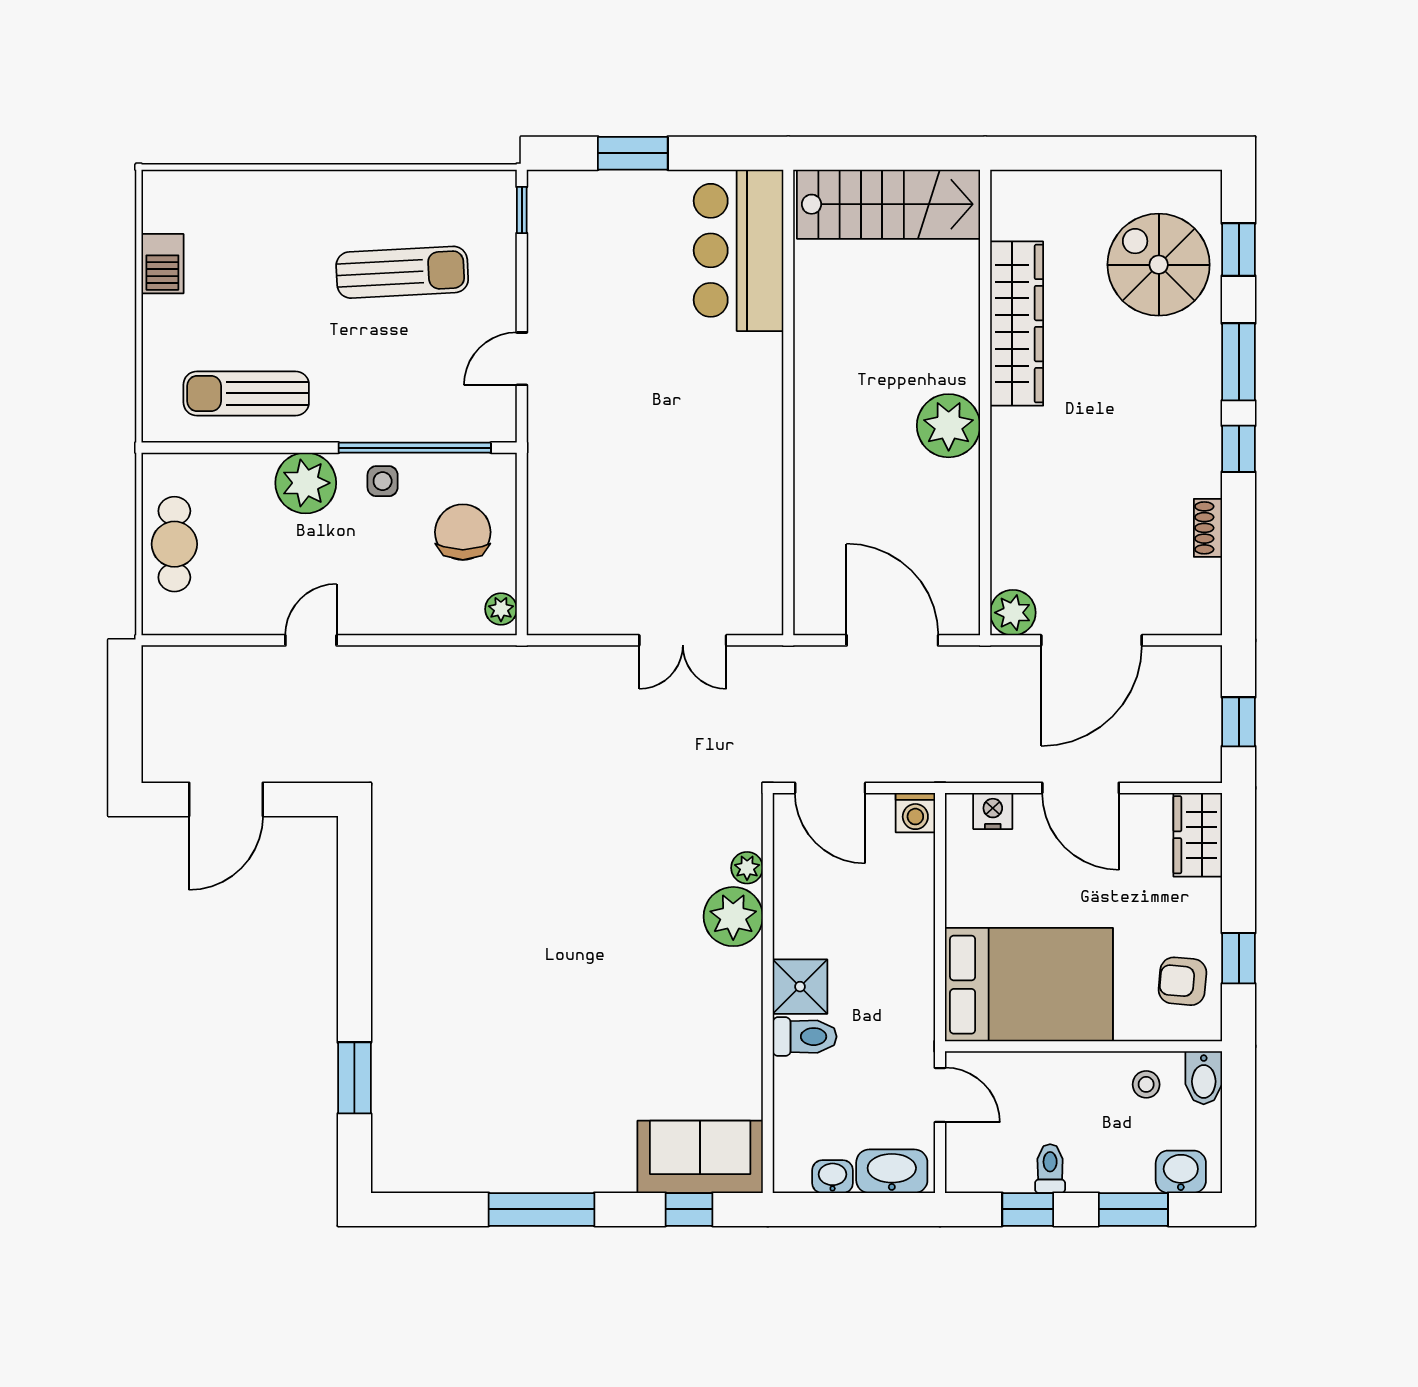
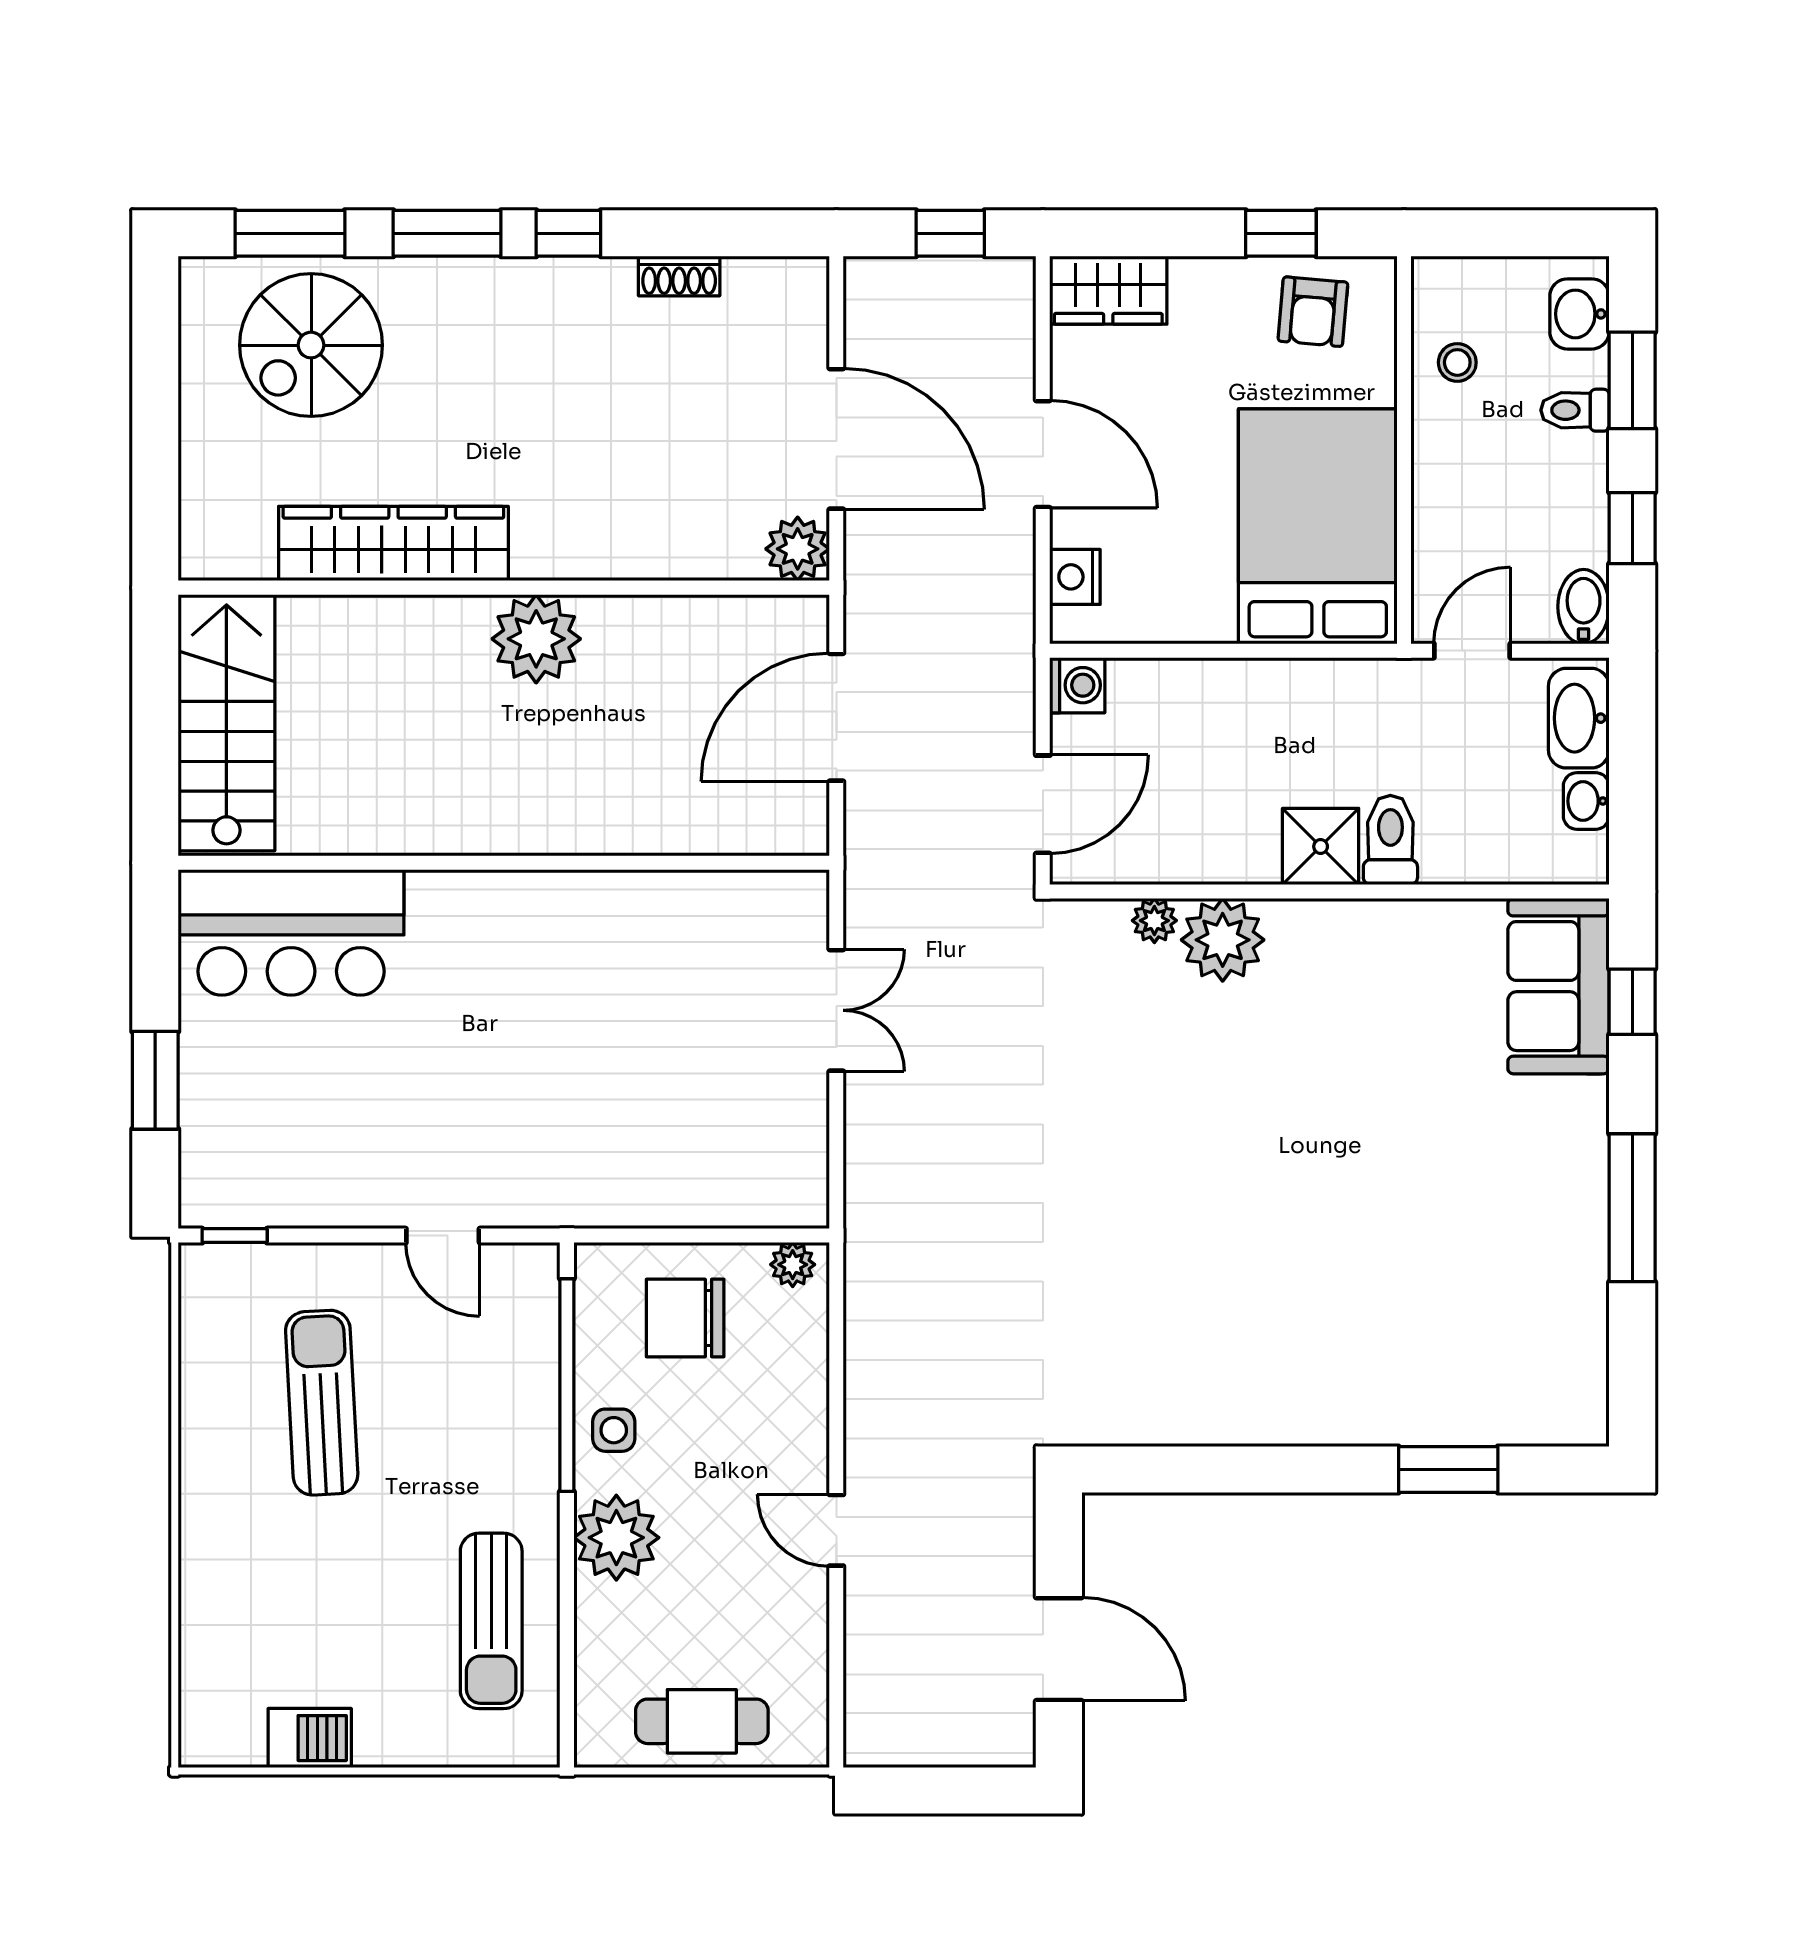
window: (1239, 250) -> (290, 233), width x1.50
door: (1081, 788) -> (1043, 454), hinge flipped
bidet: (1204, 1078) -> (1584, 607), moved, turned -90
toilet: (1050, 1169) -> (1575, 410), moved

